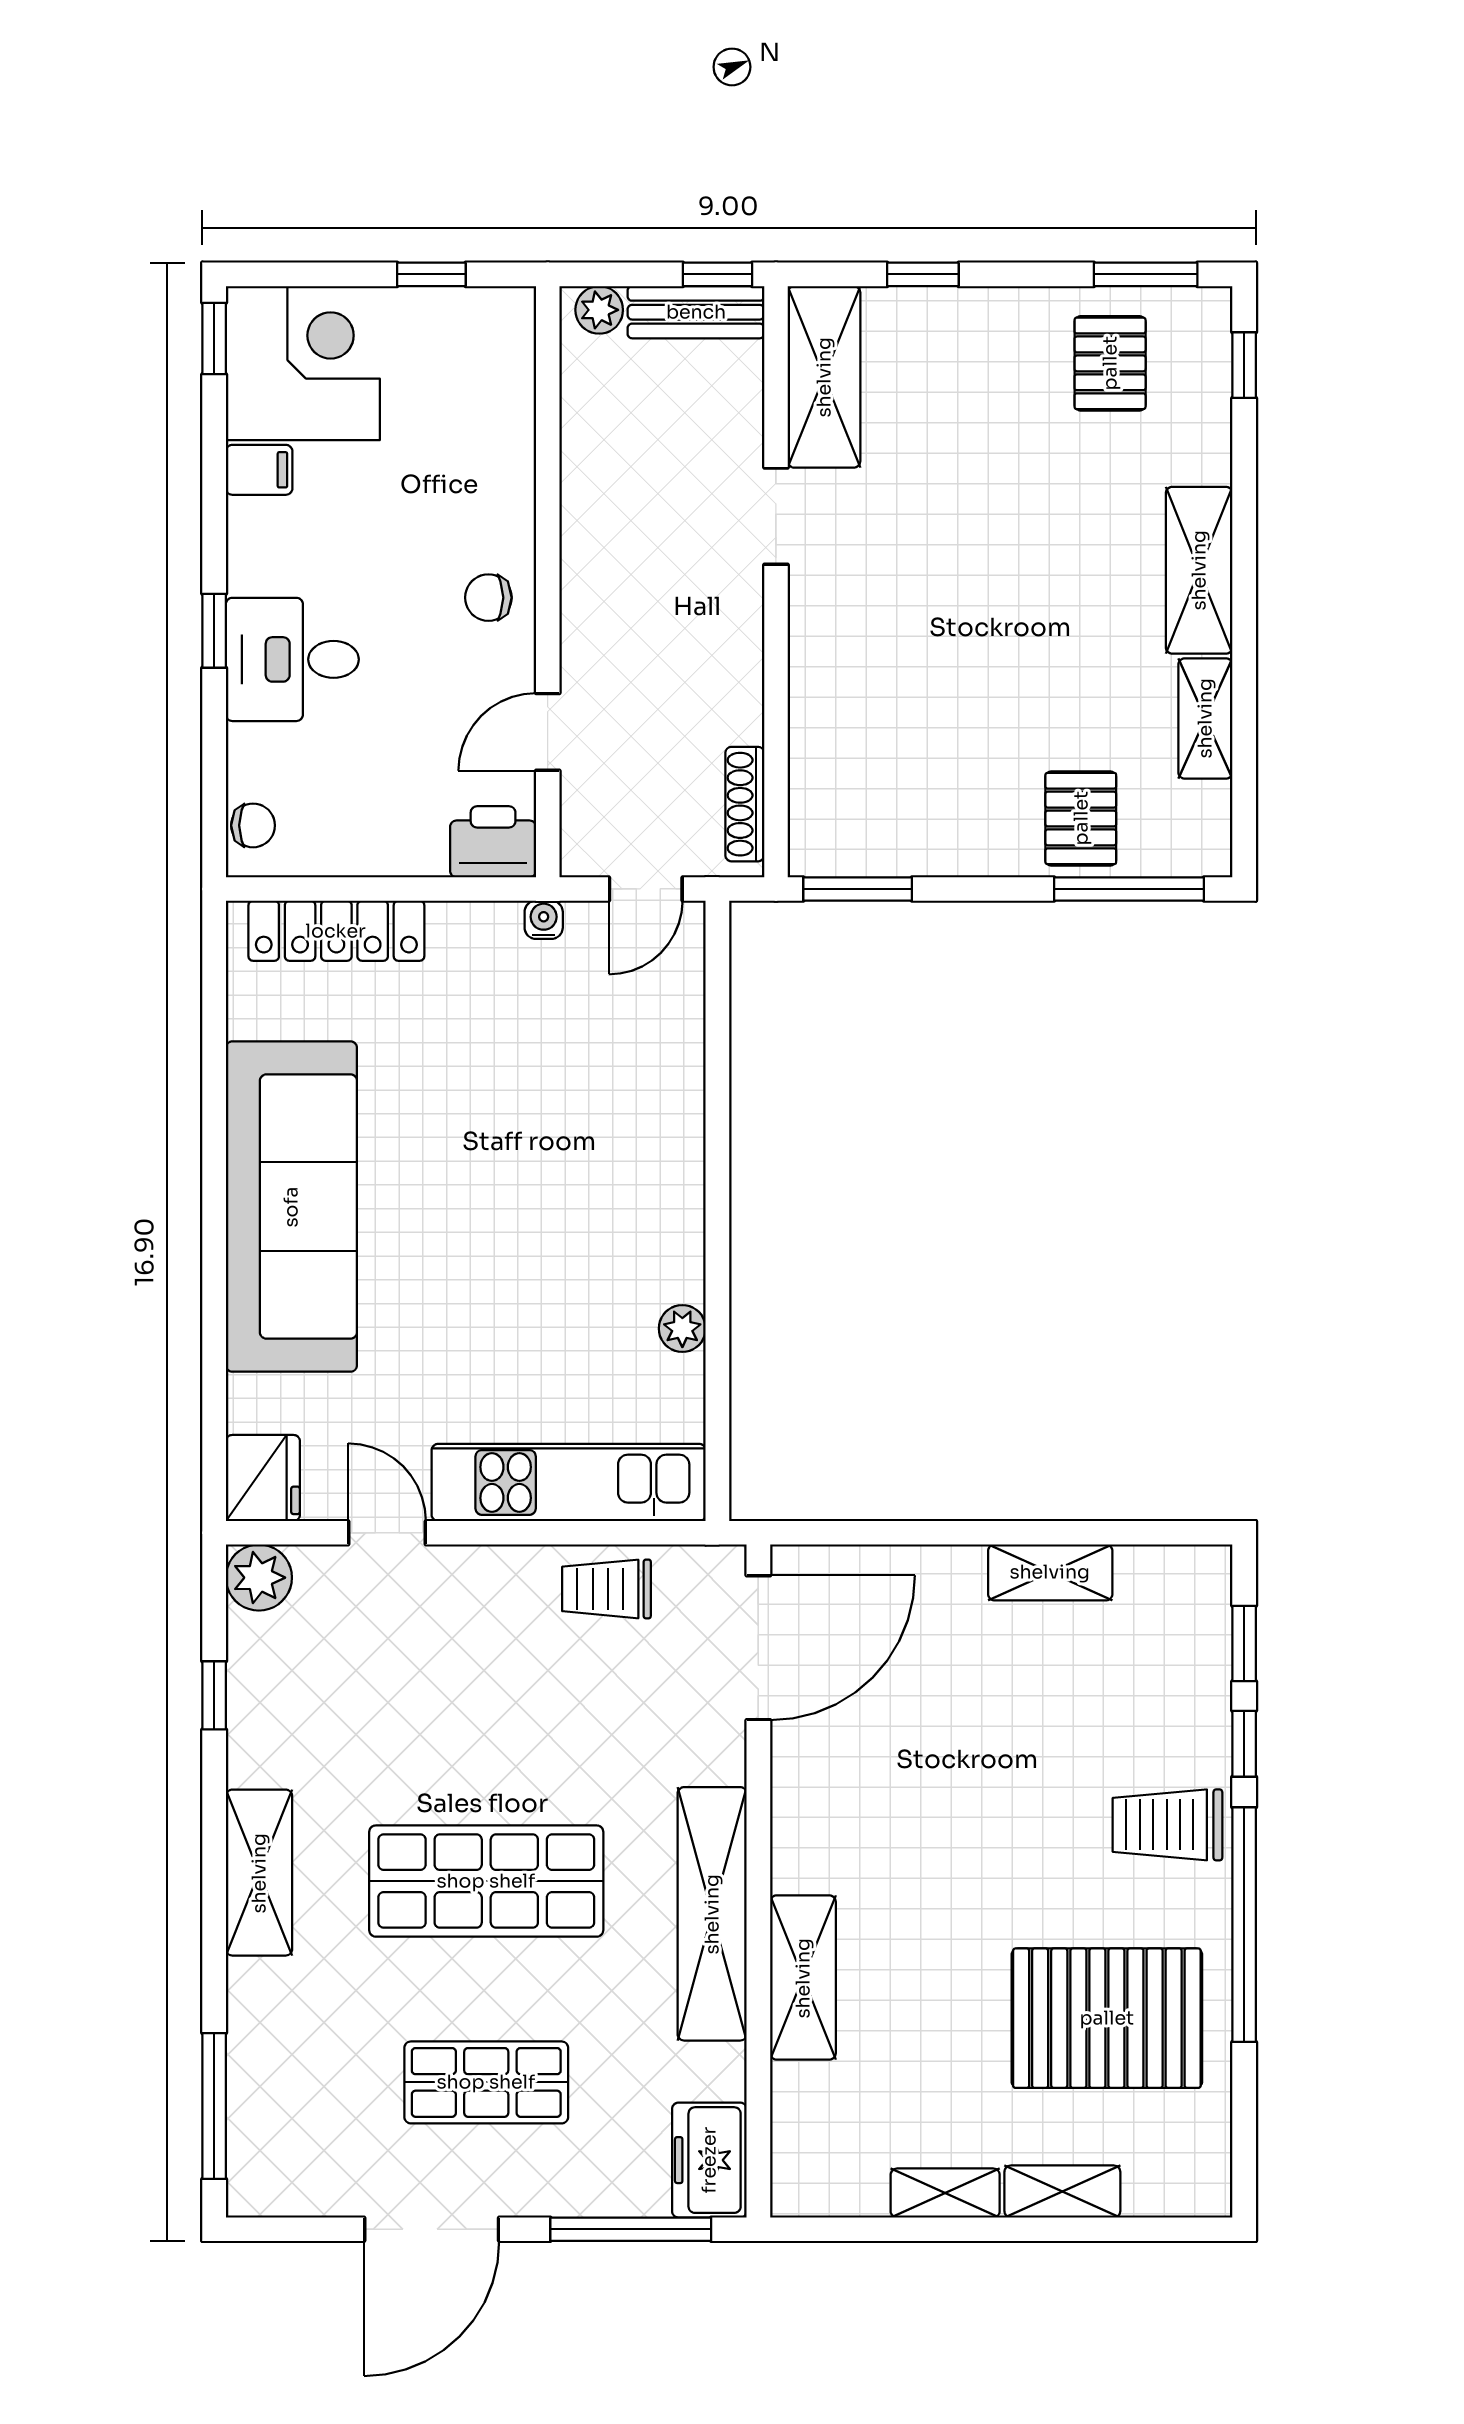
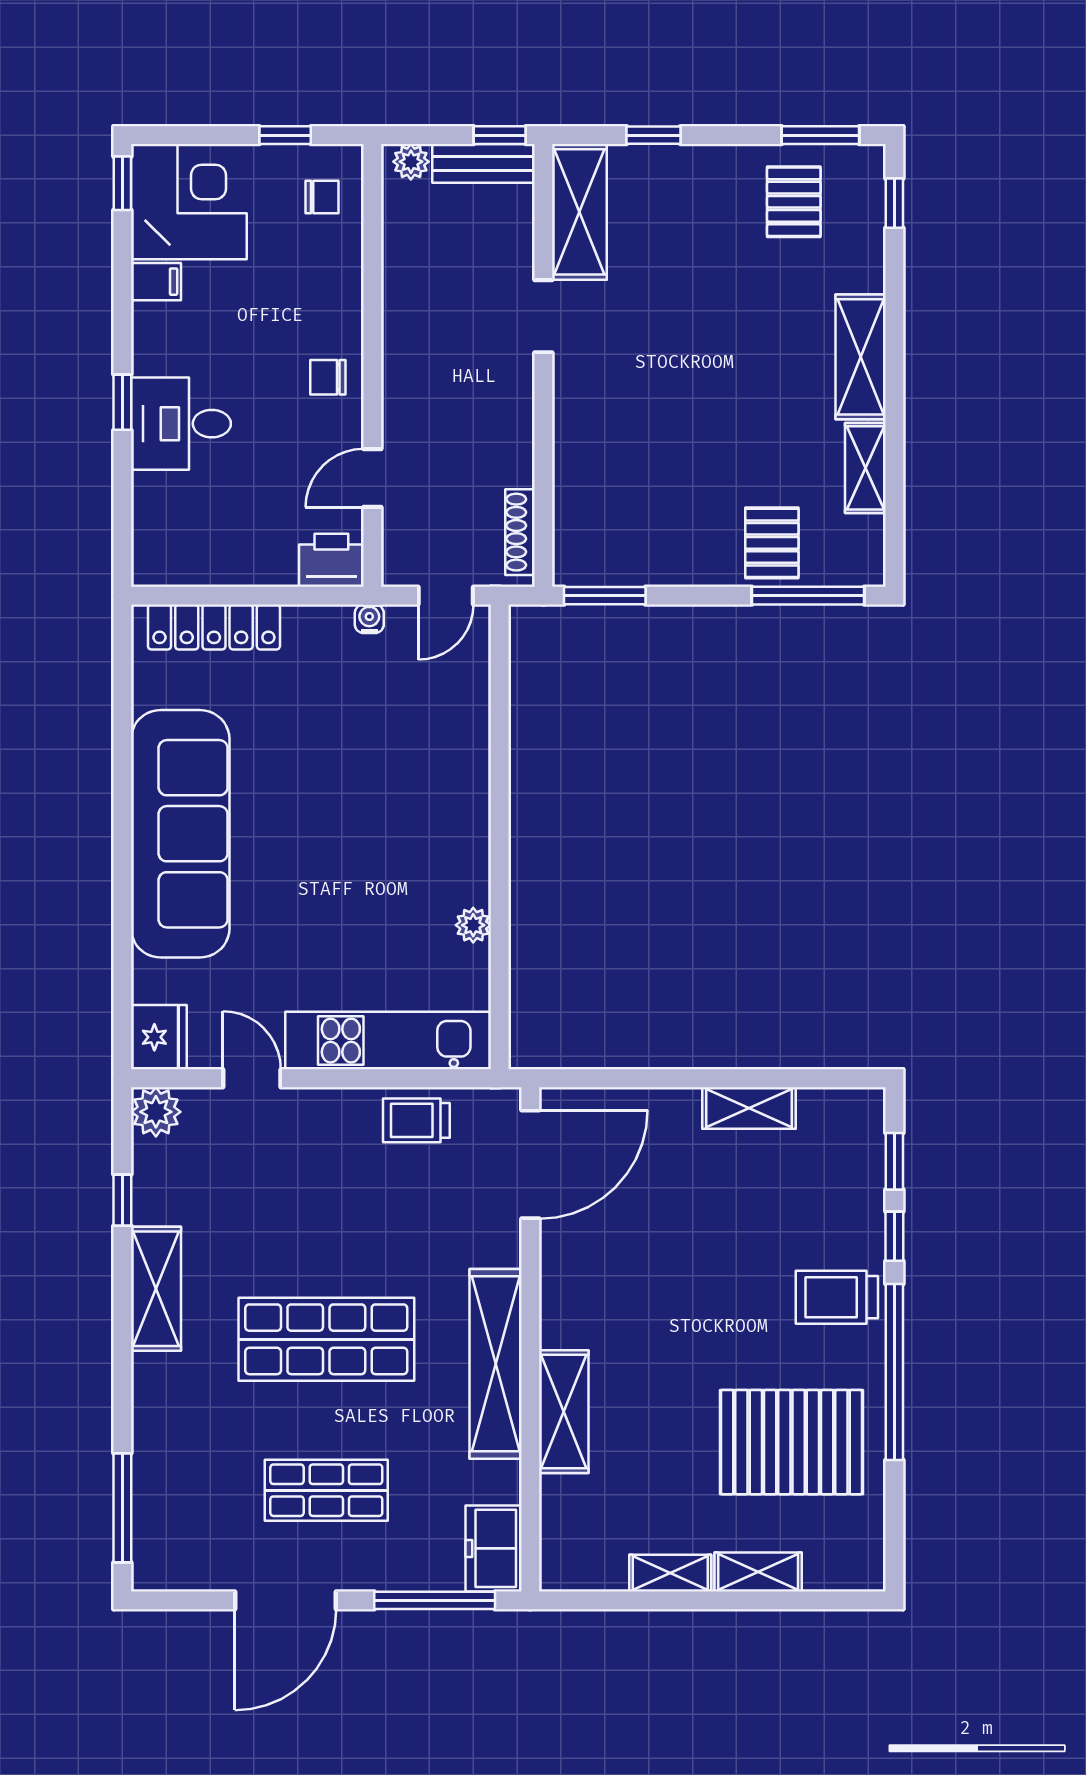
chair: (253, 825) -> (322, 197), moved
shelving: (259, 1873) -> (156, 1289), moved

